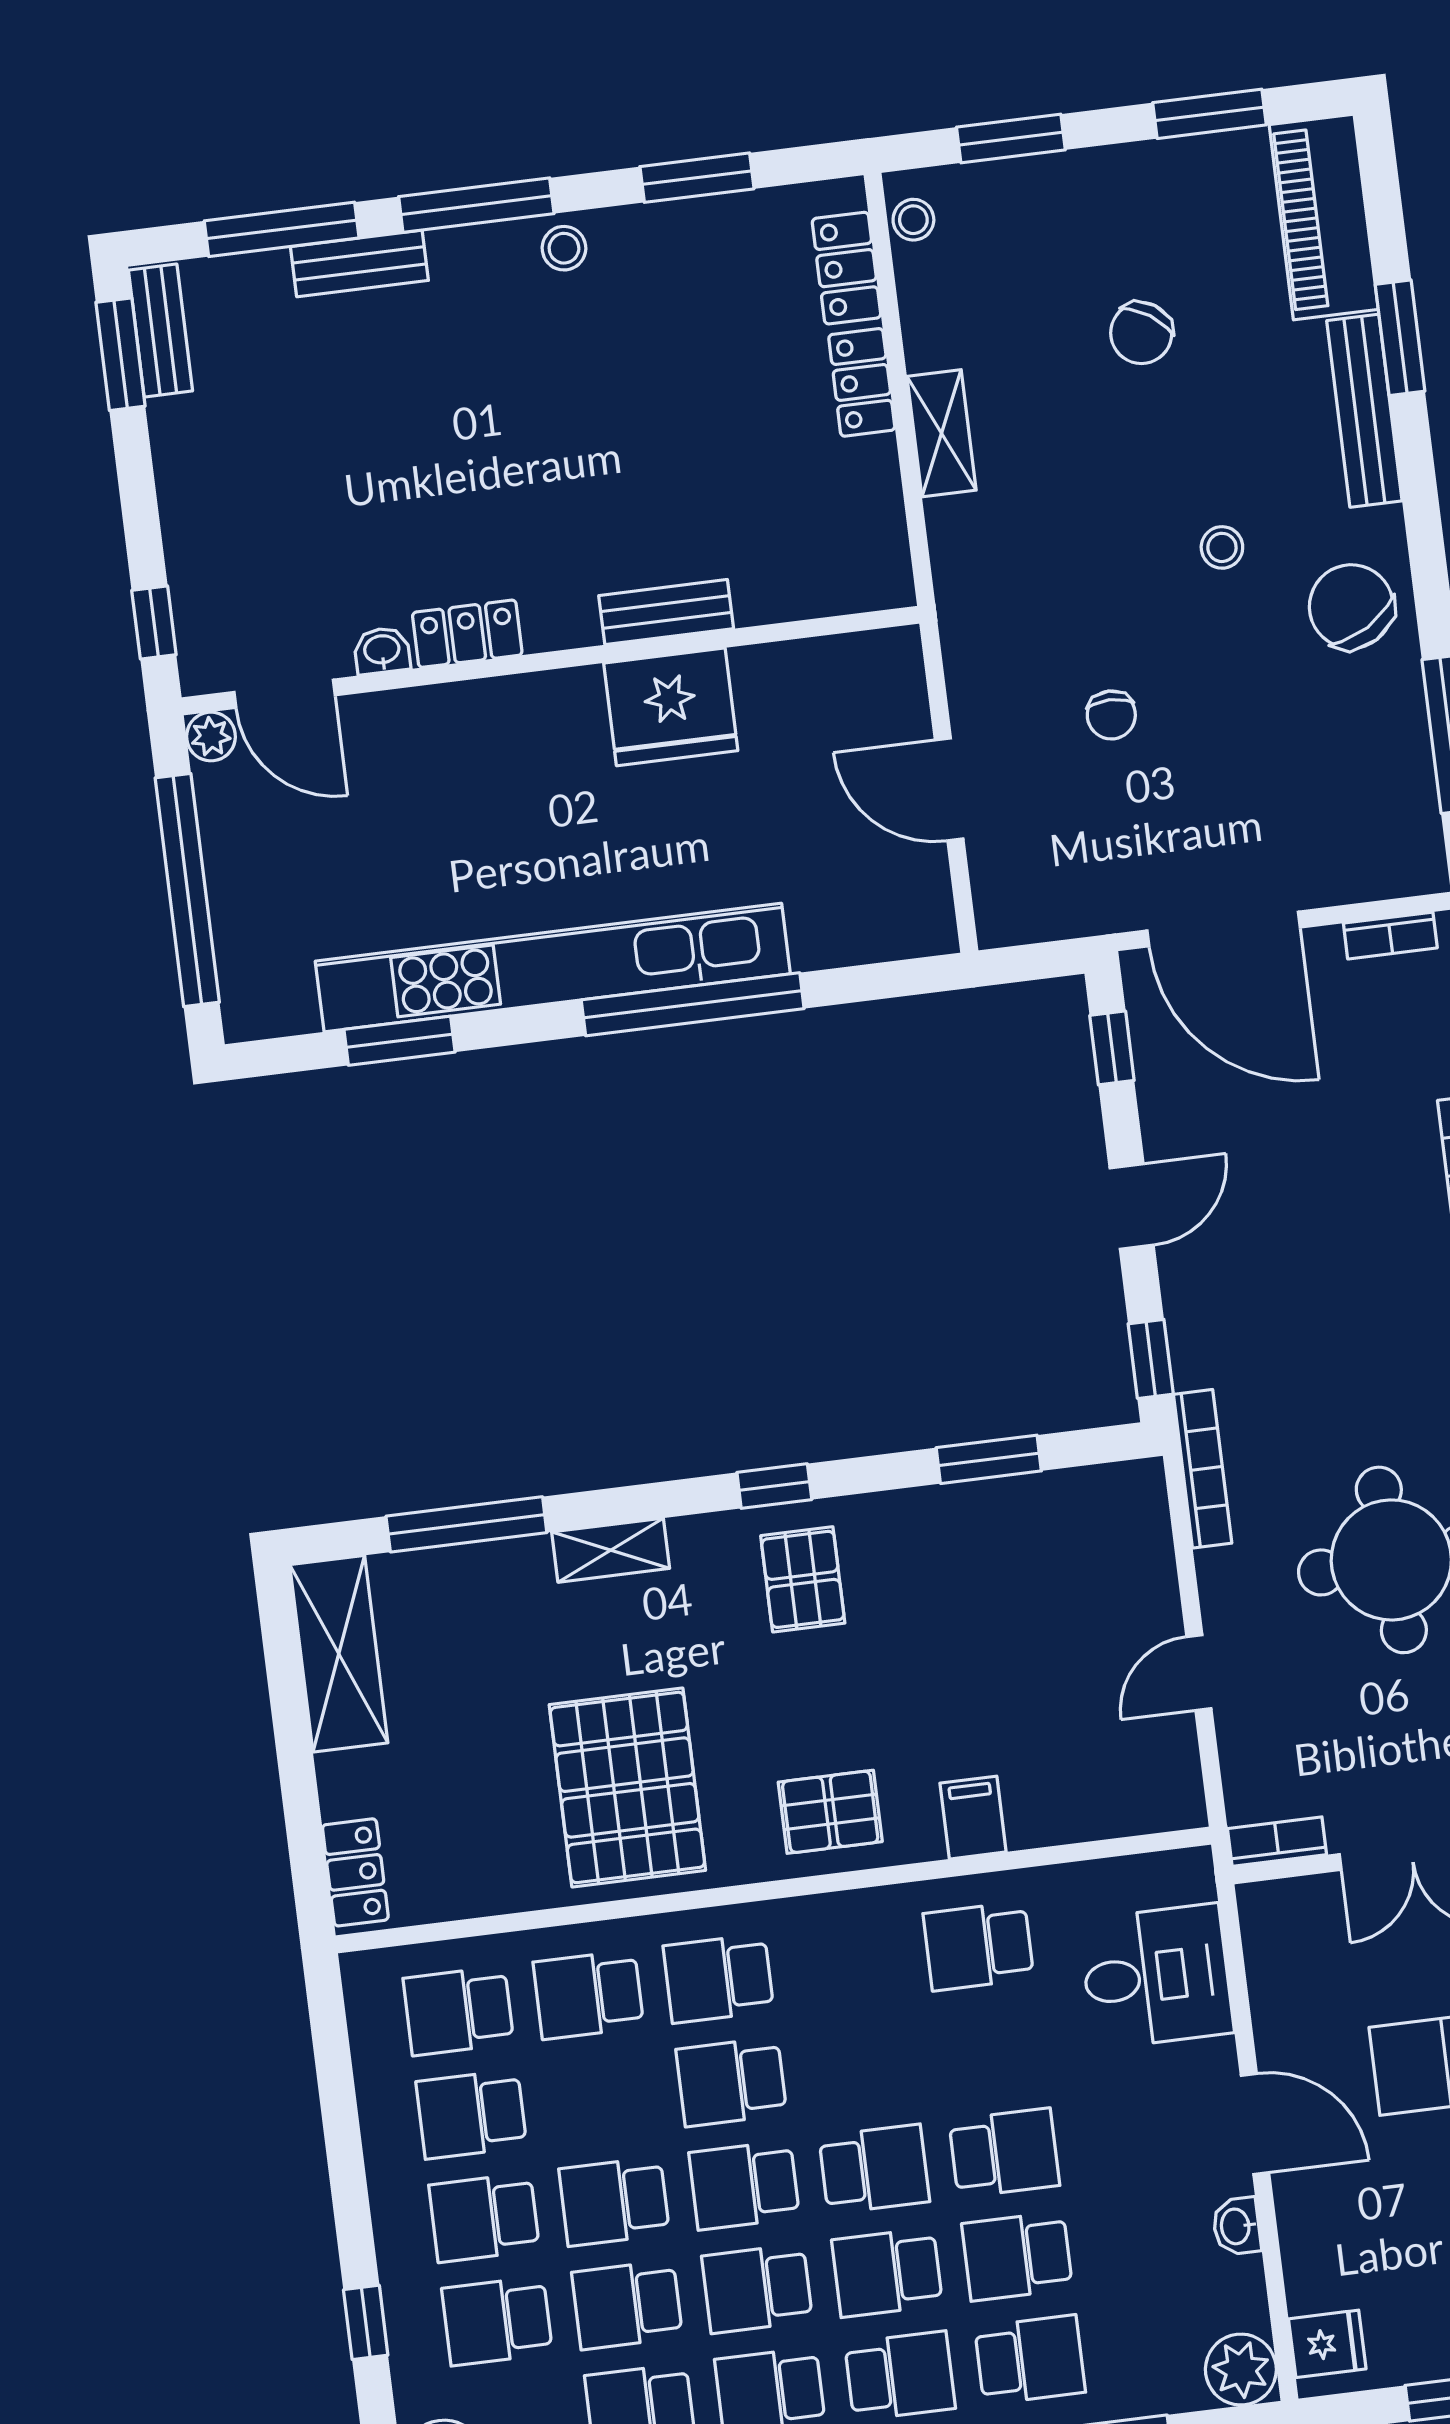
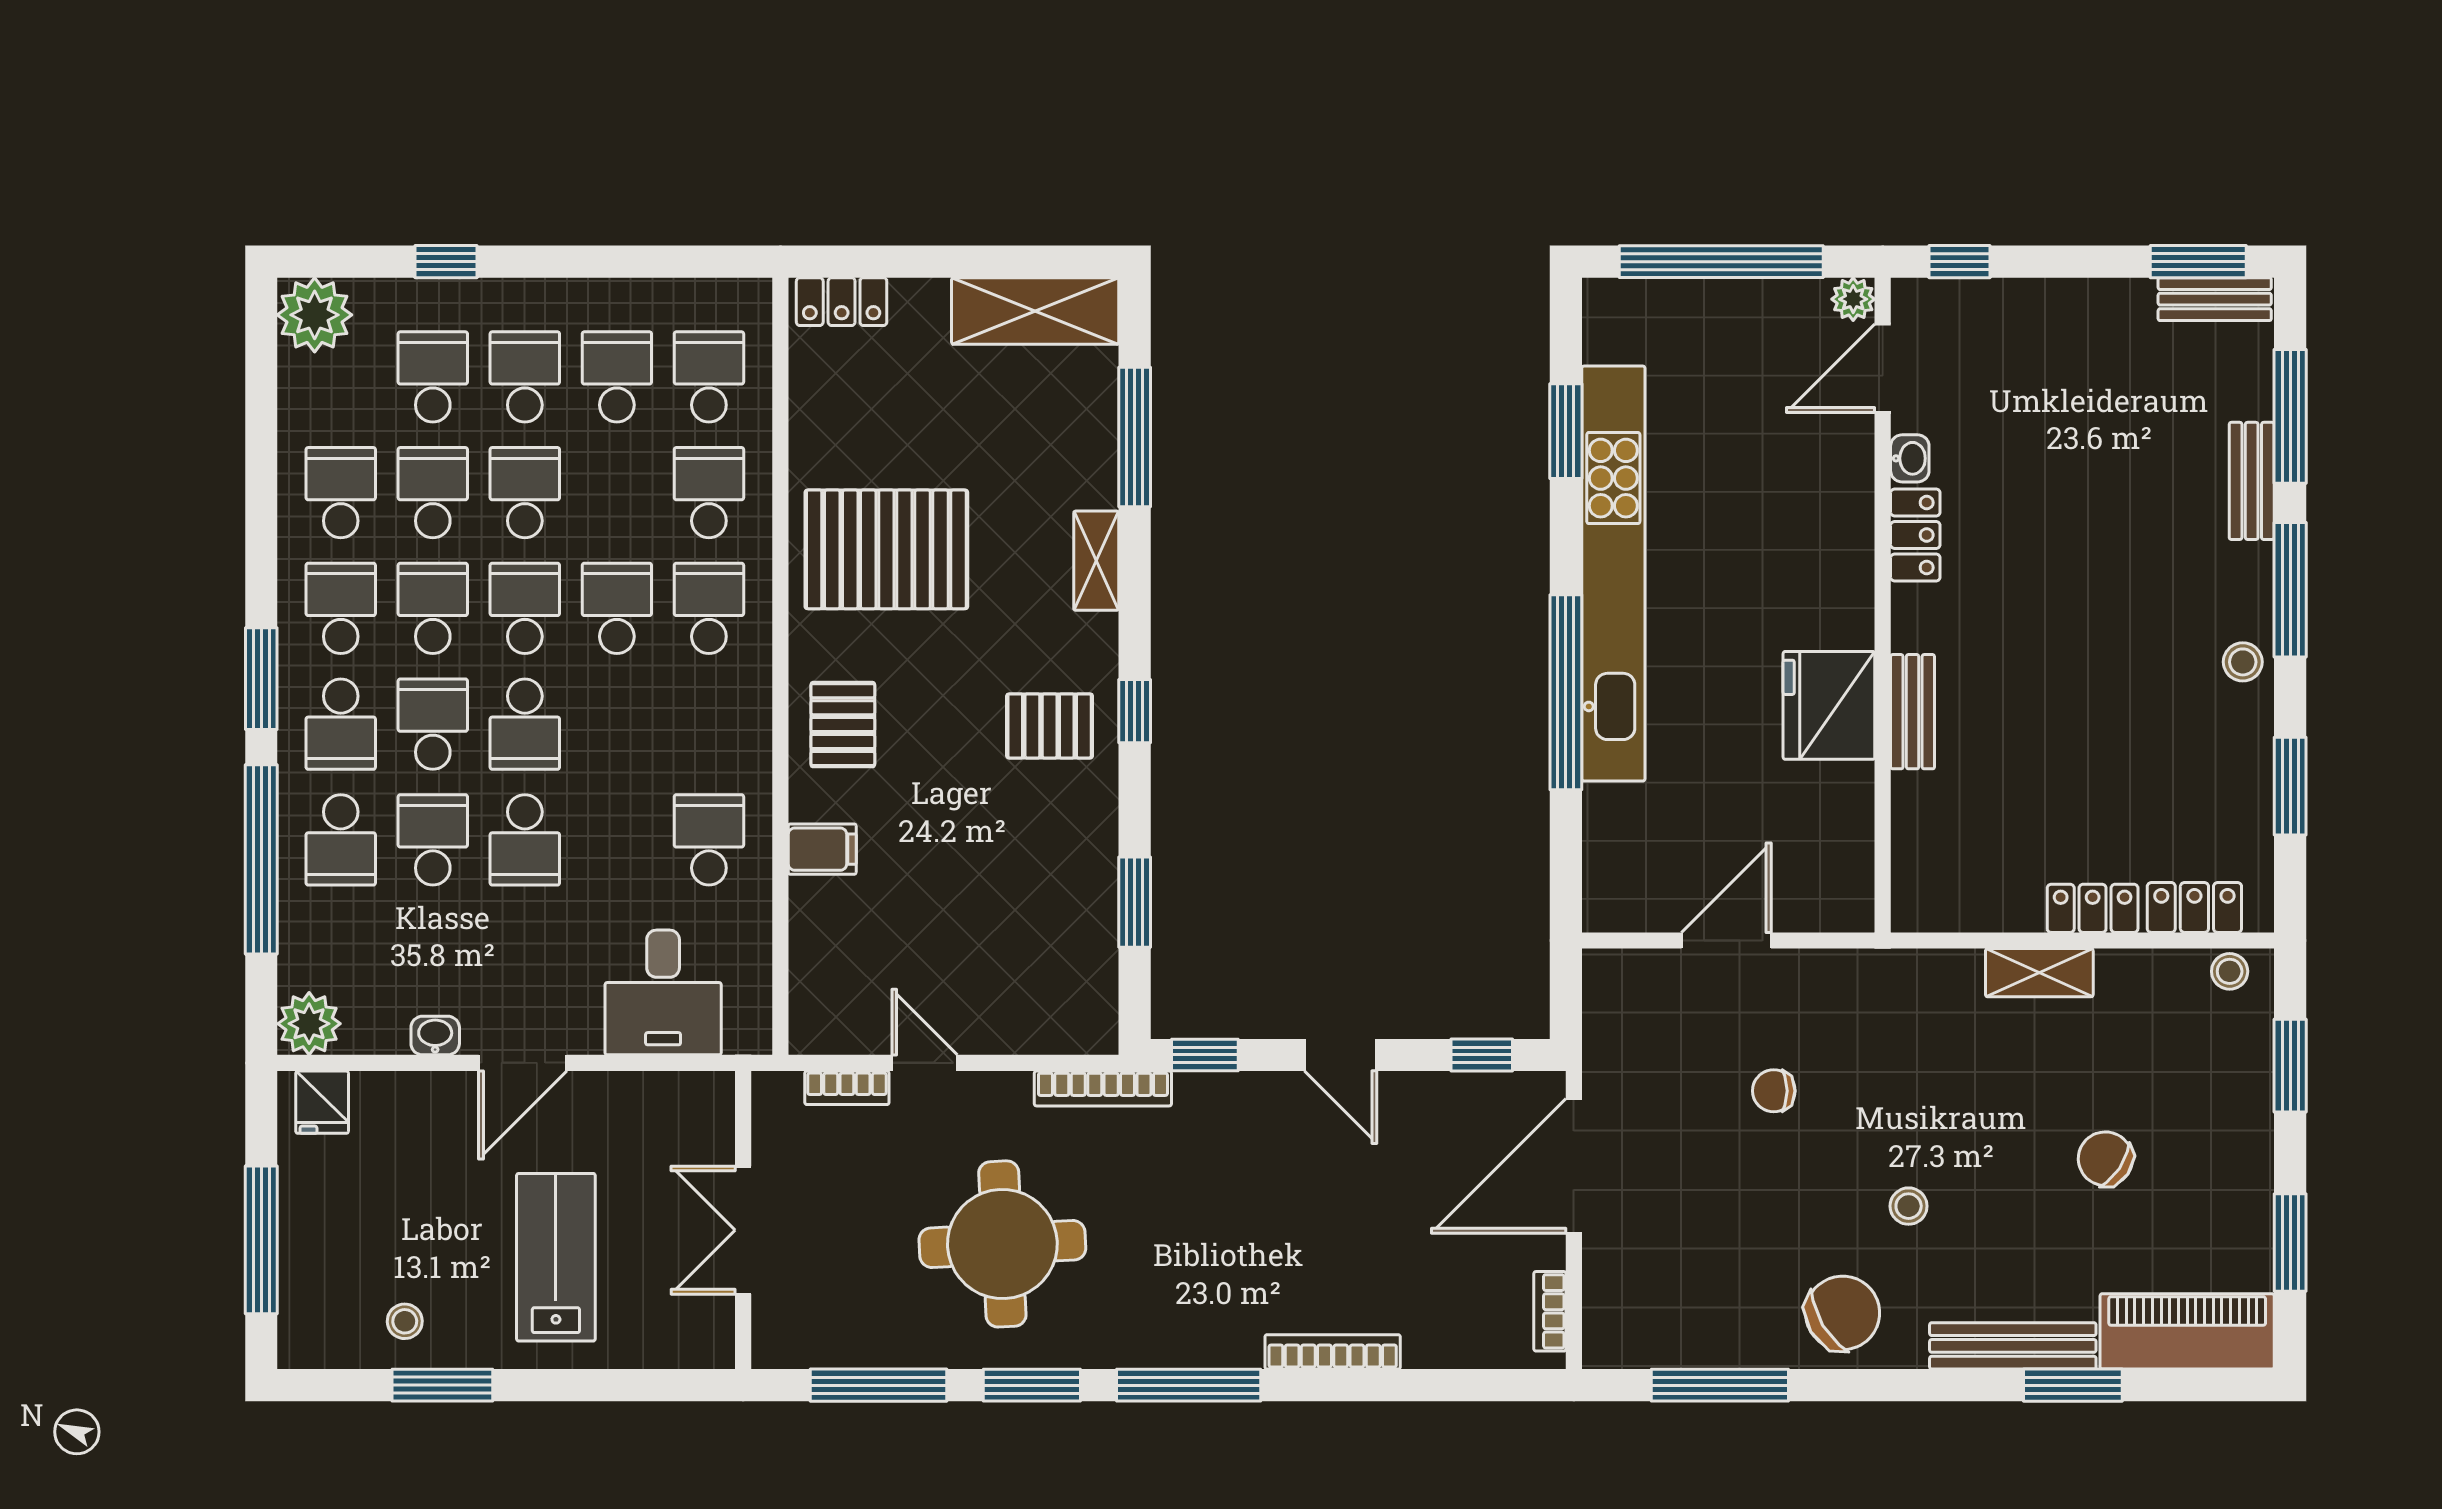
bookcase: (1277, 1842) -> (847, 1088), moved, turned 90

